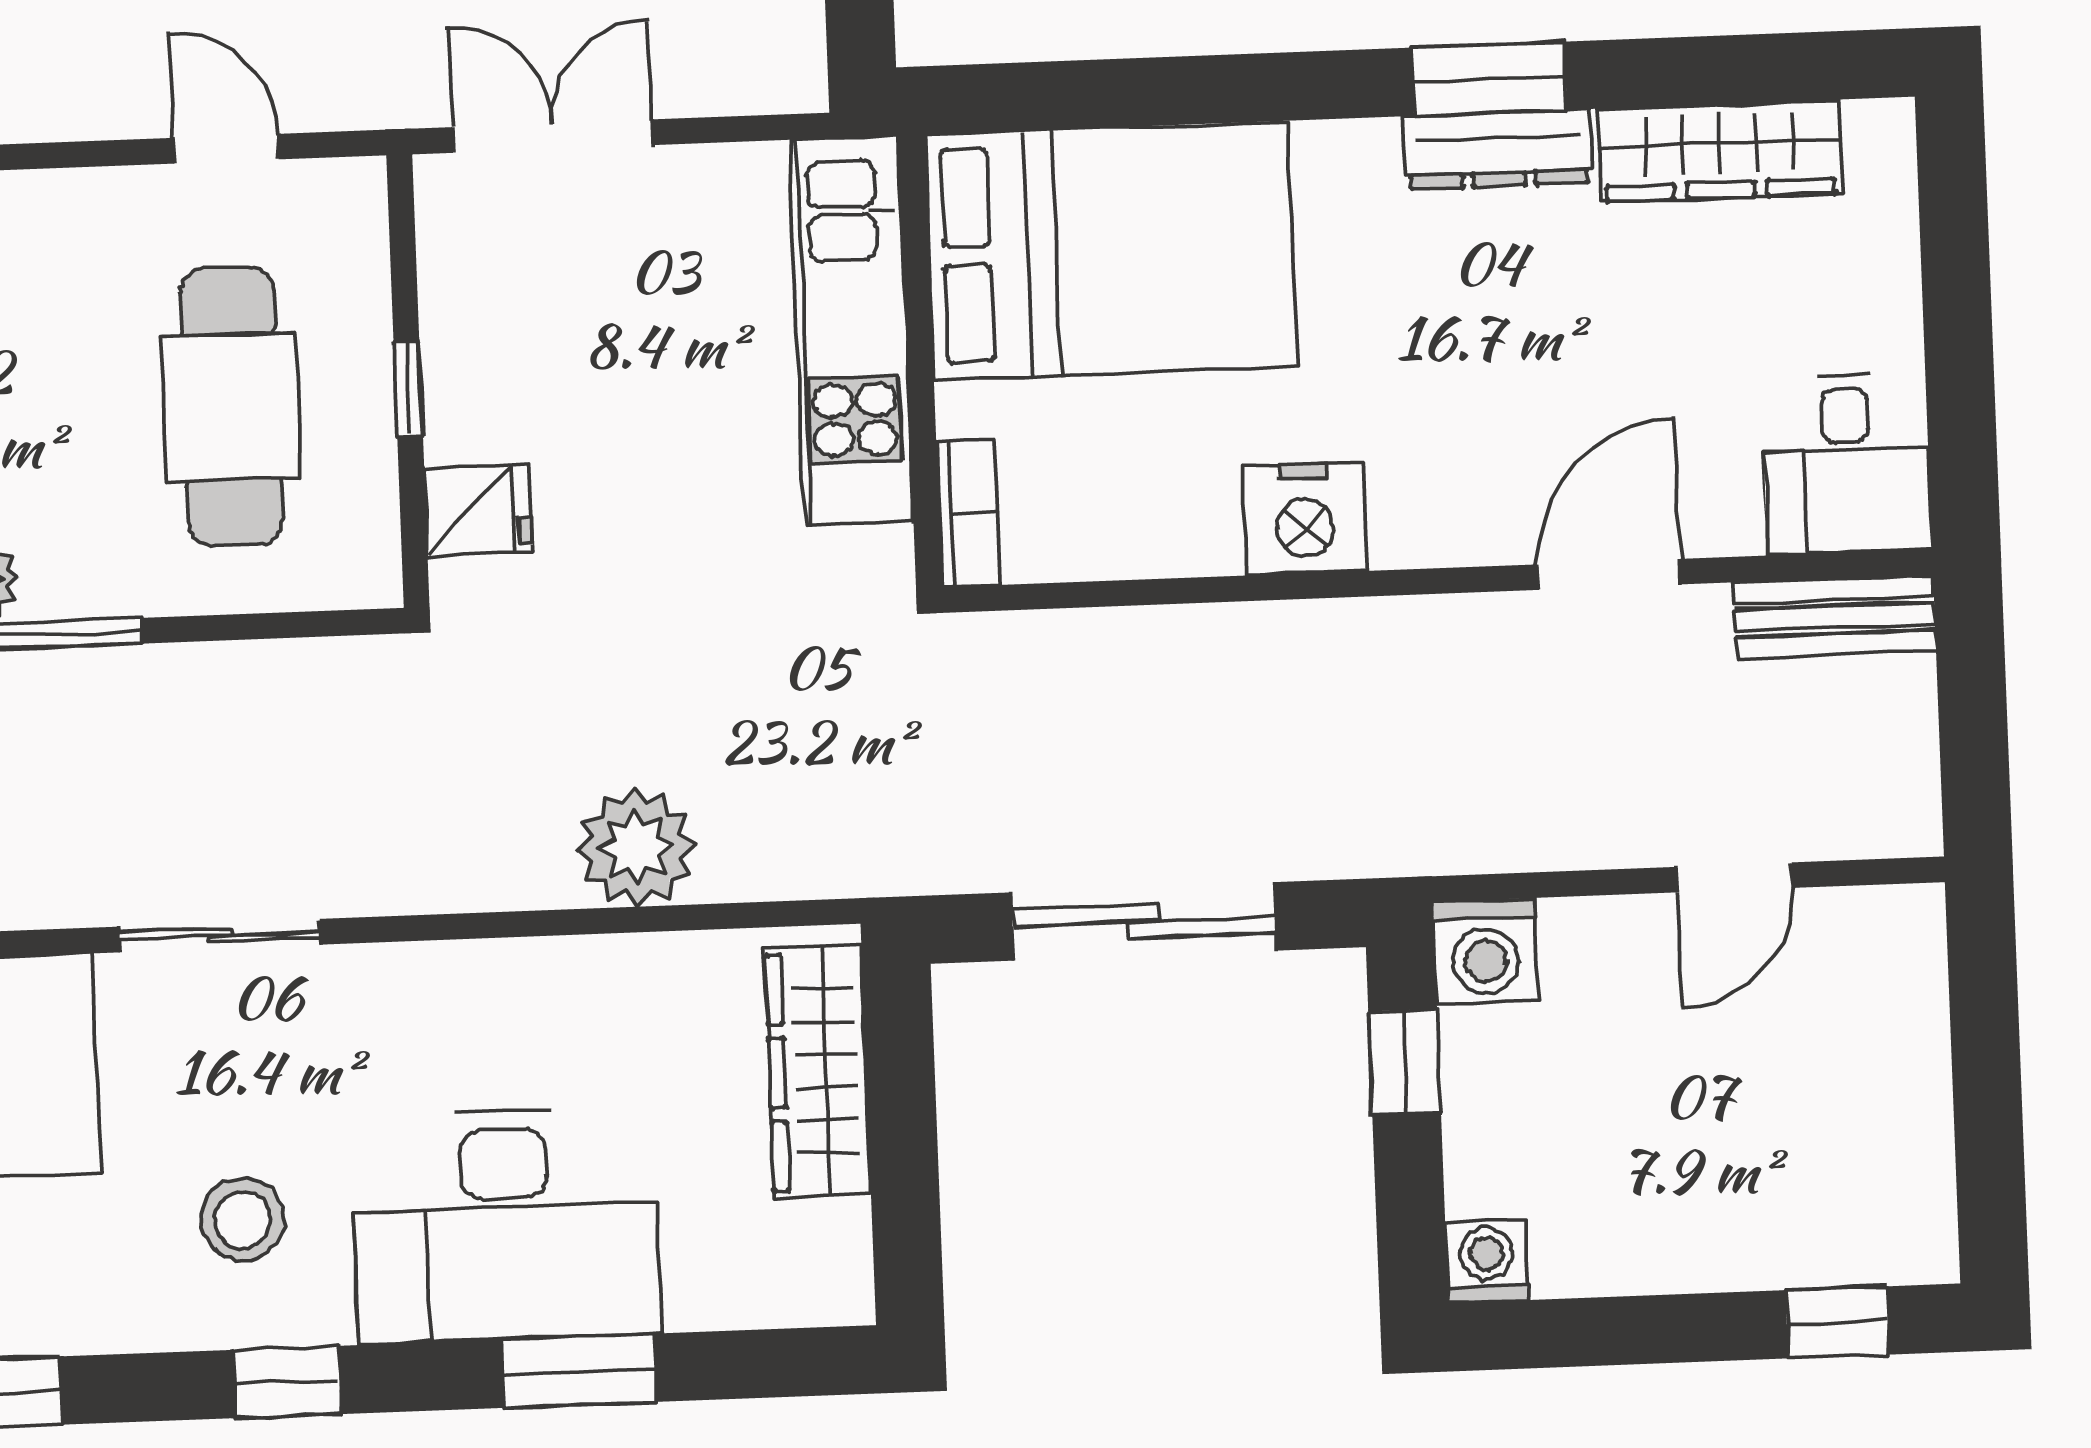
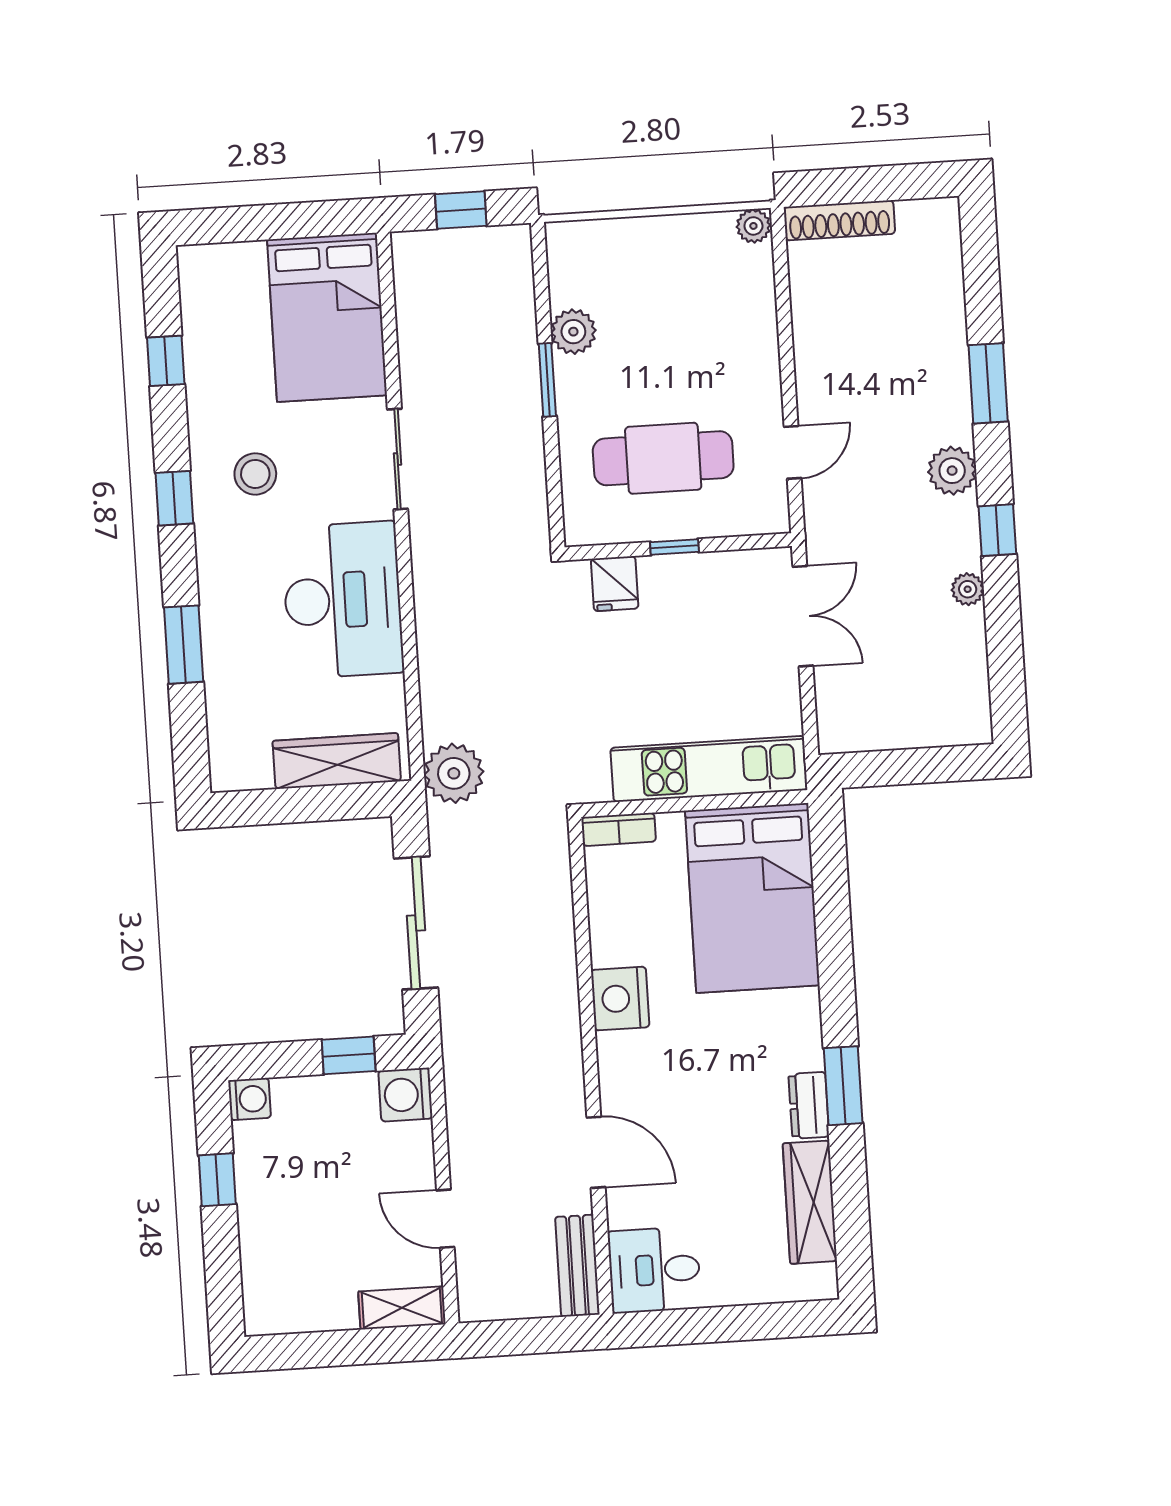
dresser: (1498, 149) -> (809, 1105), width x0.70
plant: (636, 847) -> (454, 773), moved
shelving: (1910, 968) -> (402, 1308), added
desk: (506, 1225) -> (343, 600), moved, turned 180
window: (1837, 1322) -> (217, 1180), moved

